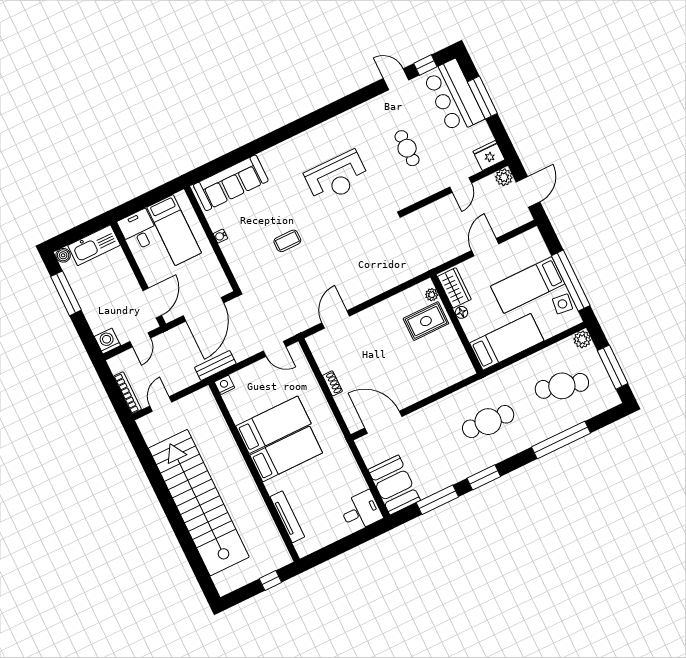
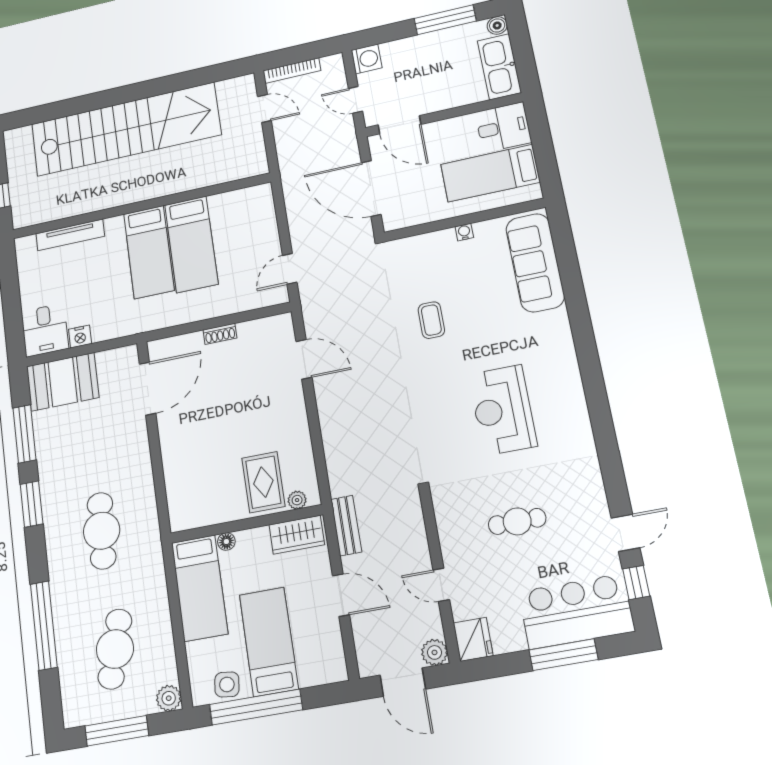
floor lamp: (461, 312) -> (226, 542), moved
bench: (215, 366) -> (346, 526), moved
nightstand: (225, 385) -> (80, 337), moved, turned 90

